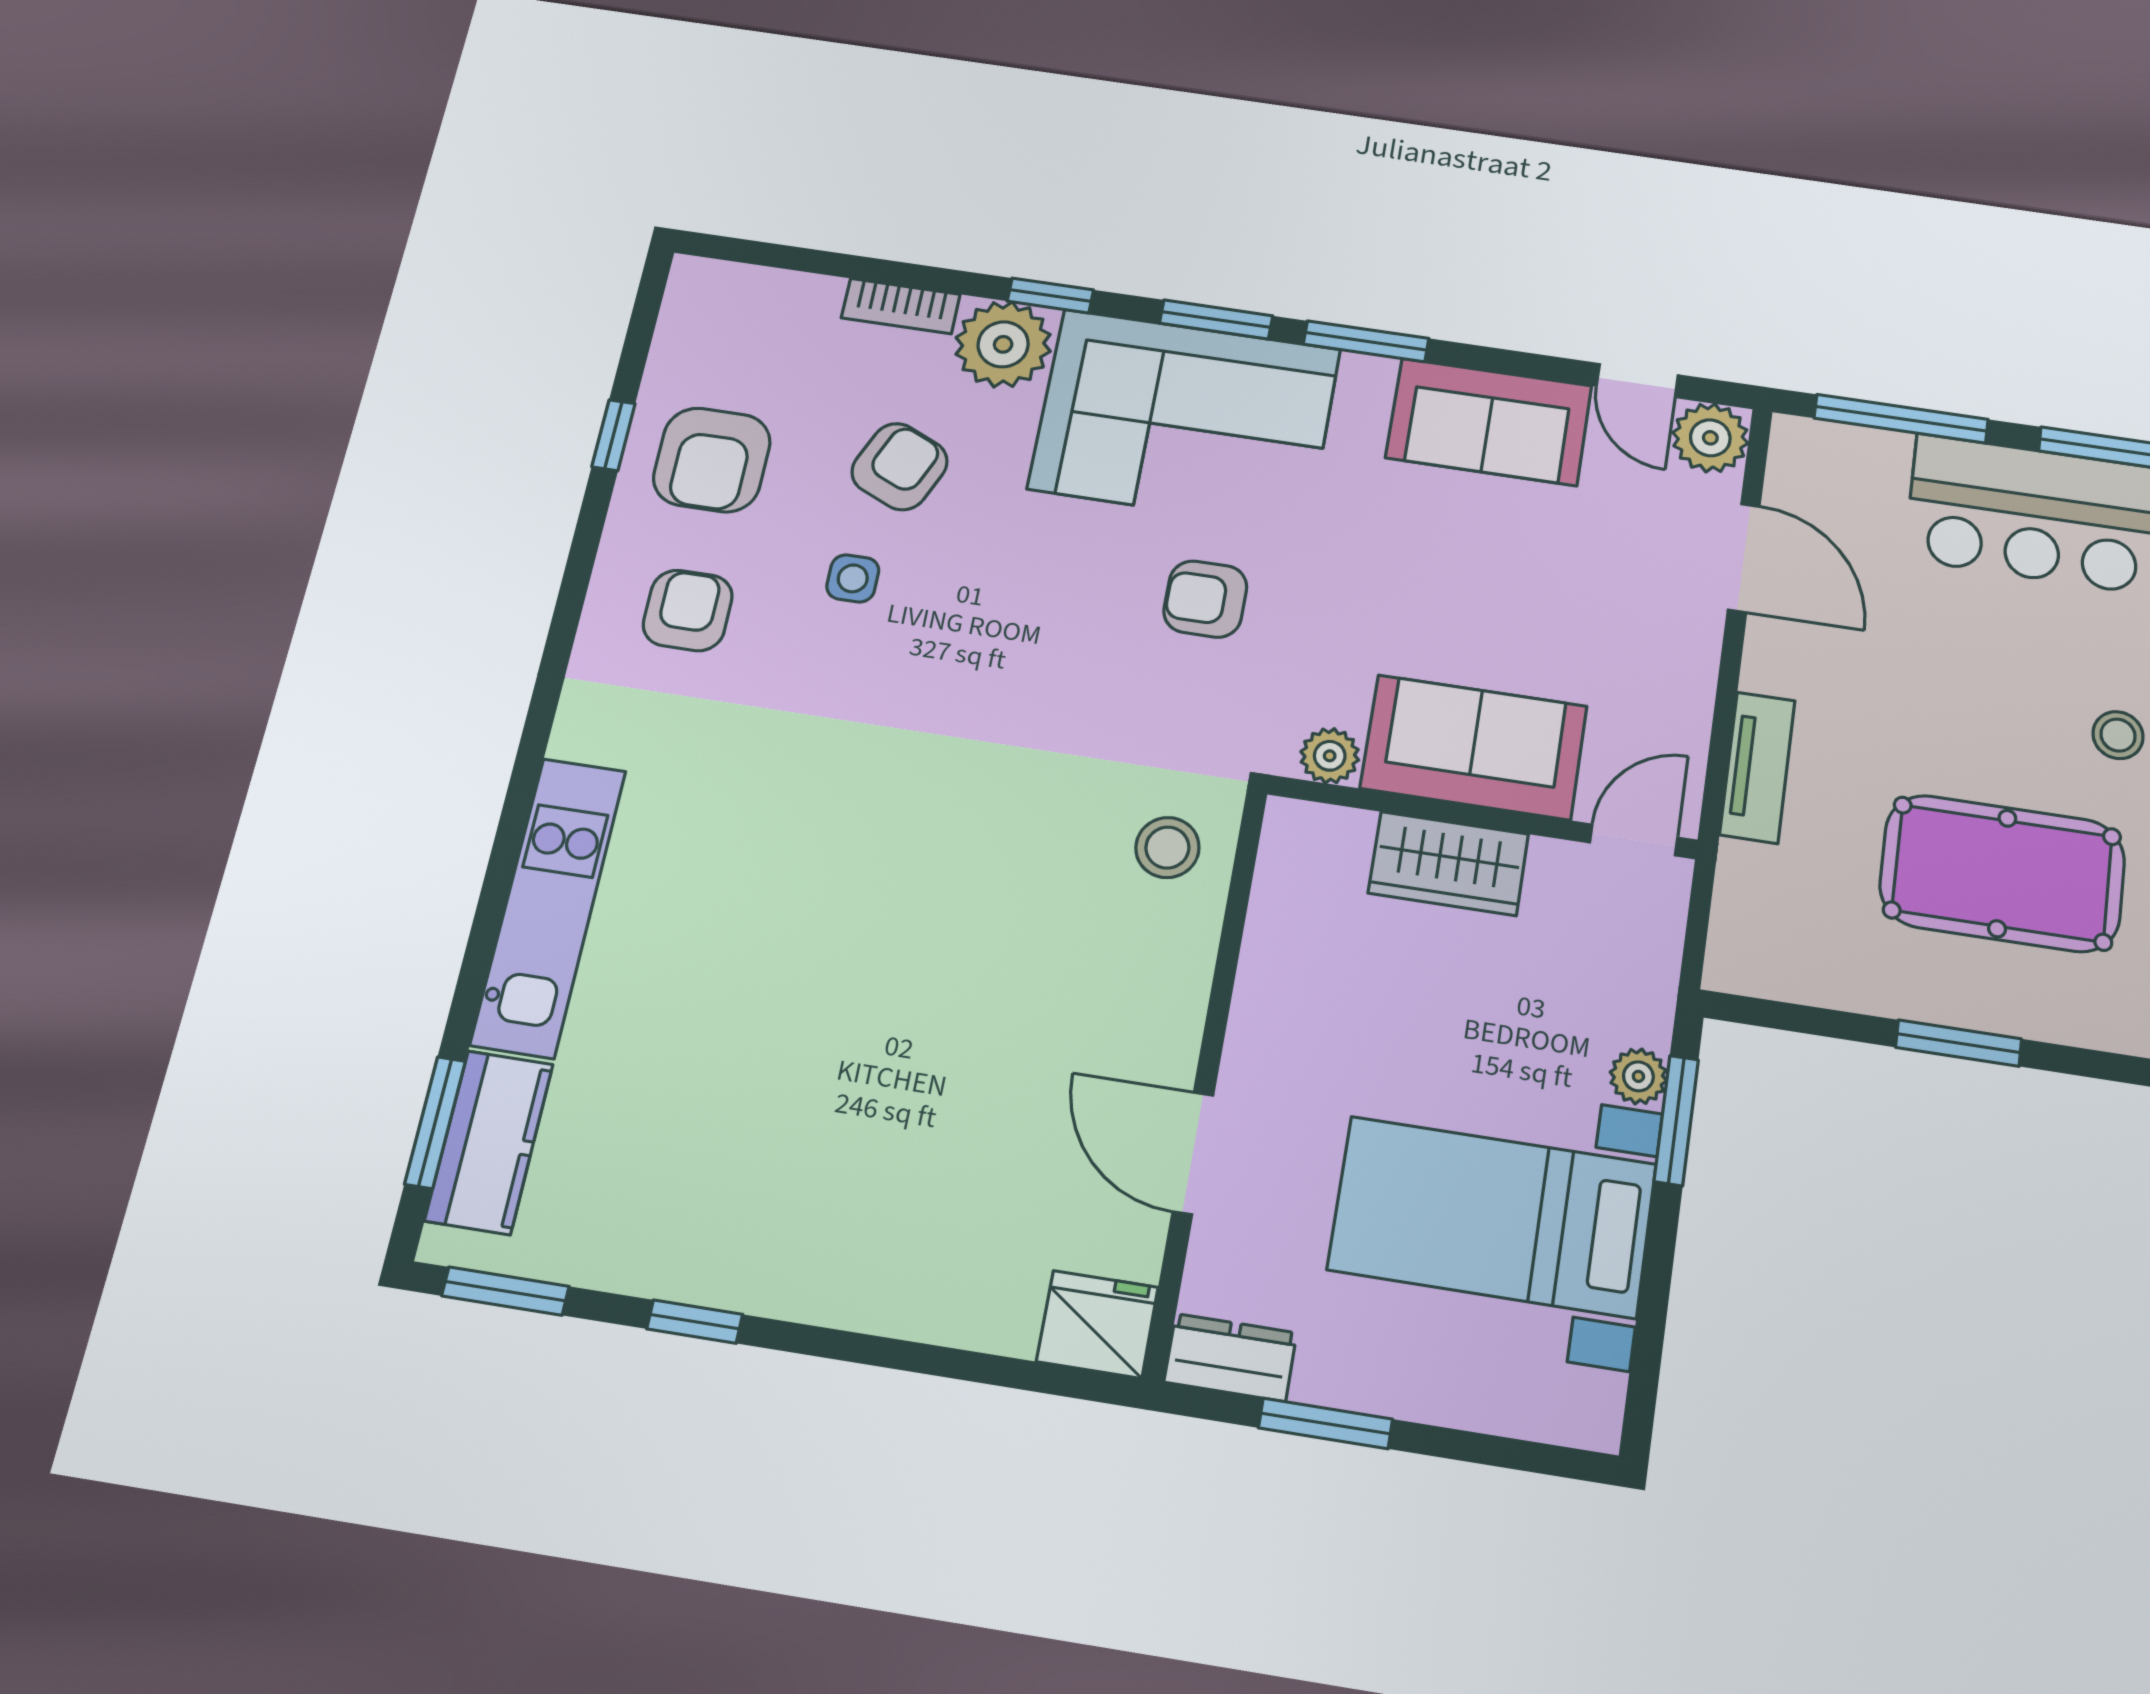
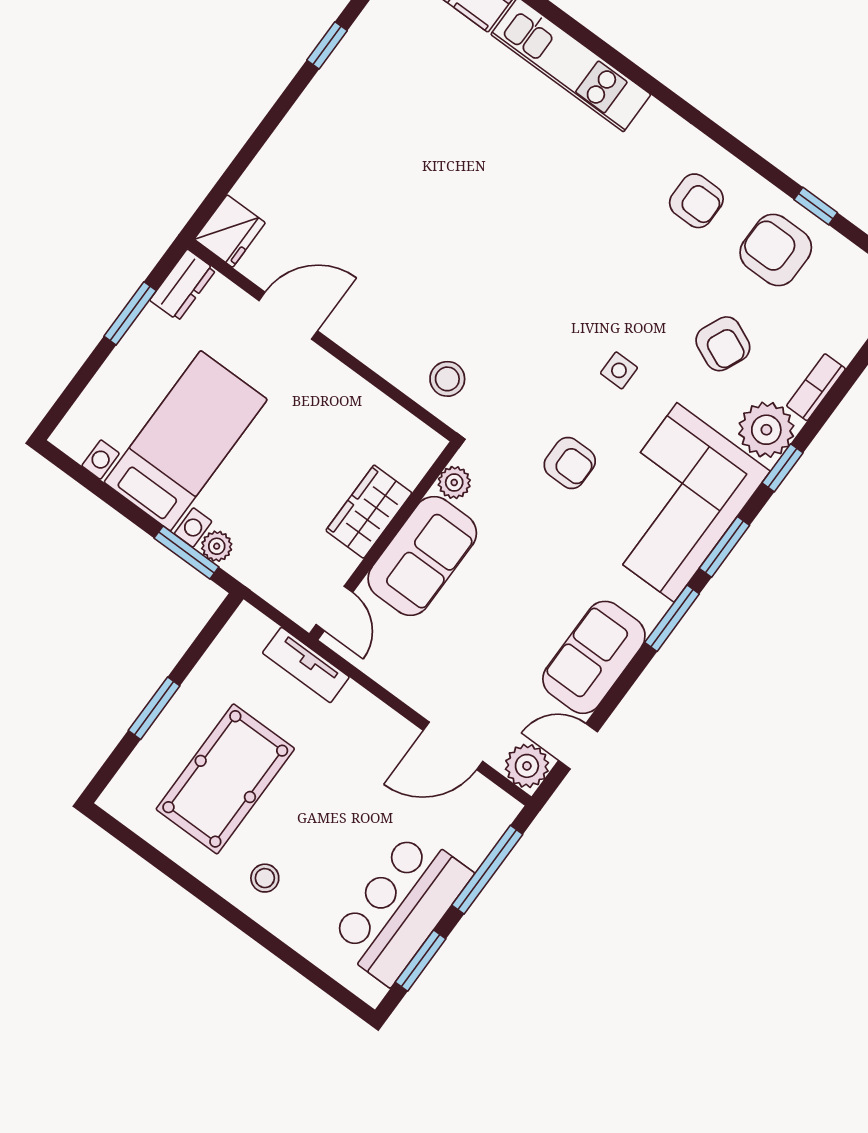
side table: (853, 578) -> (619, 370), moved
armchair: (1205, 599) -> (570, 463), turned 90
tv unit: (1757, 767) -> (306, 665), moved

